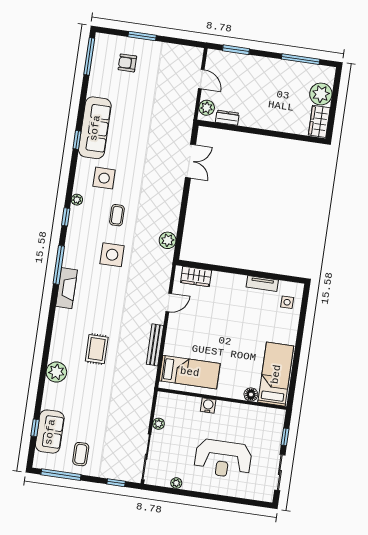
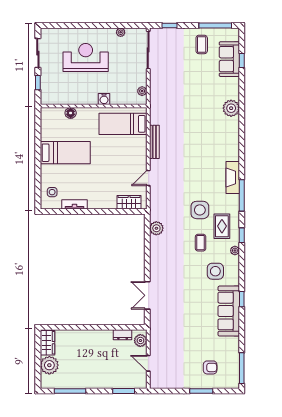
rug: (97, 349) -> (222, 226), moved
bed: (276, 374) -> (65, 153), moved, turned -90
plant: (159, 424) -> (142, 91), moved

